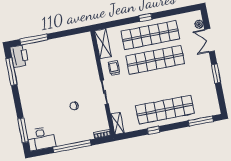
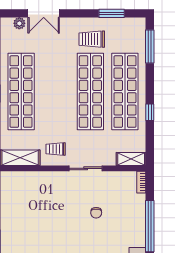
shop shelf: (155, 60) -> (90, 92), moved
window: (216, 74) -> (112, 13), moved
trolley: (198, 78) -> (92, 39), added

